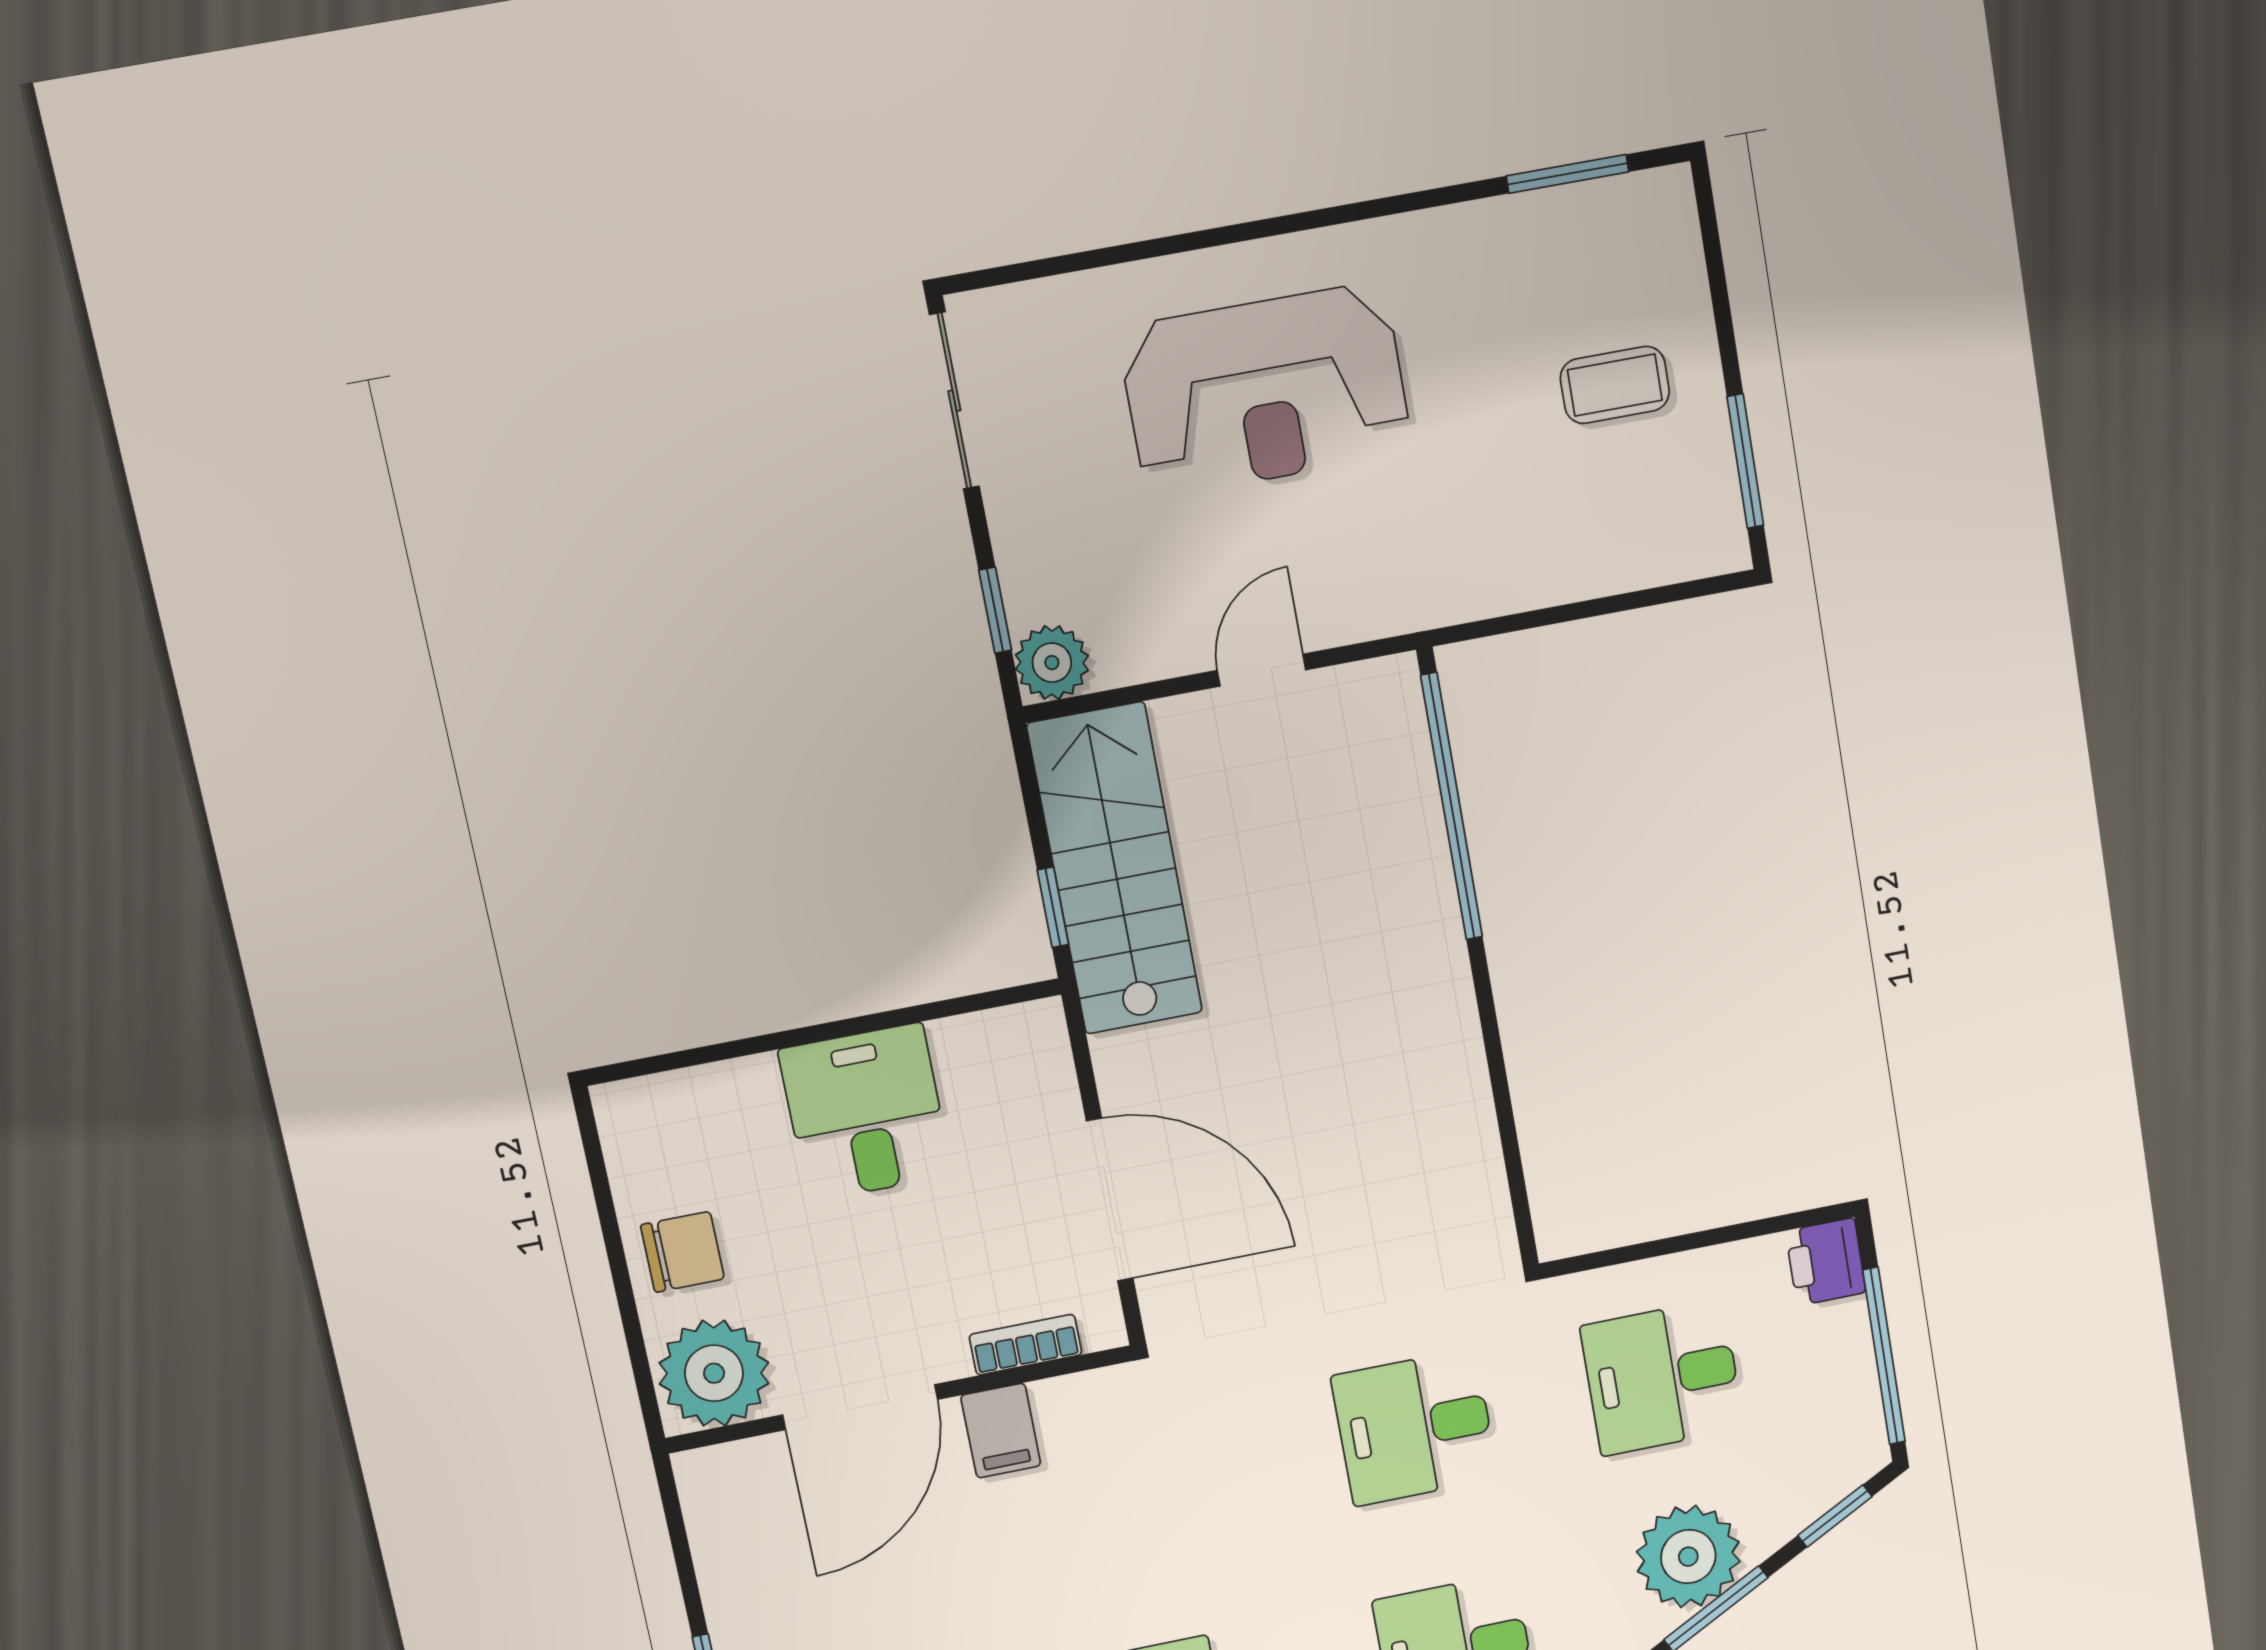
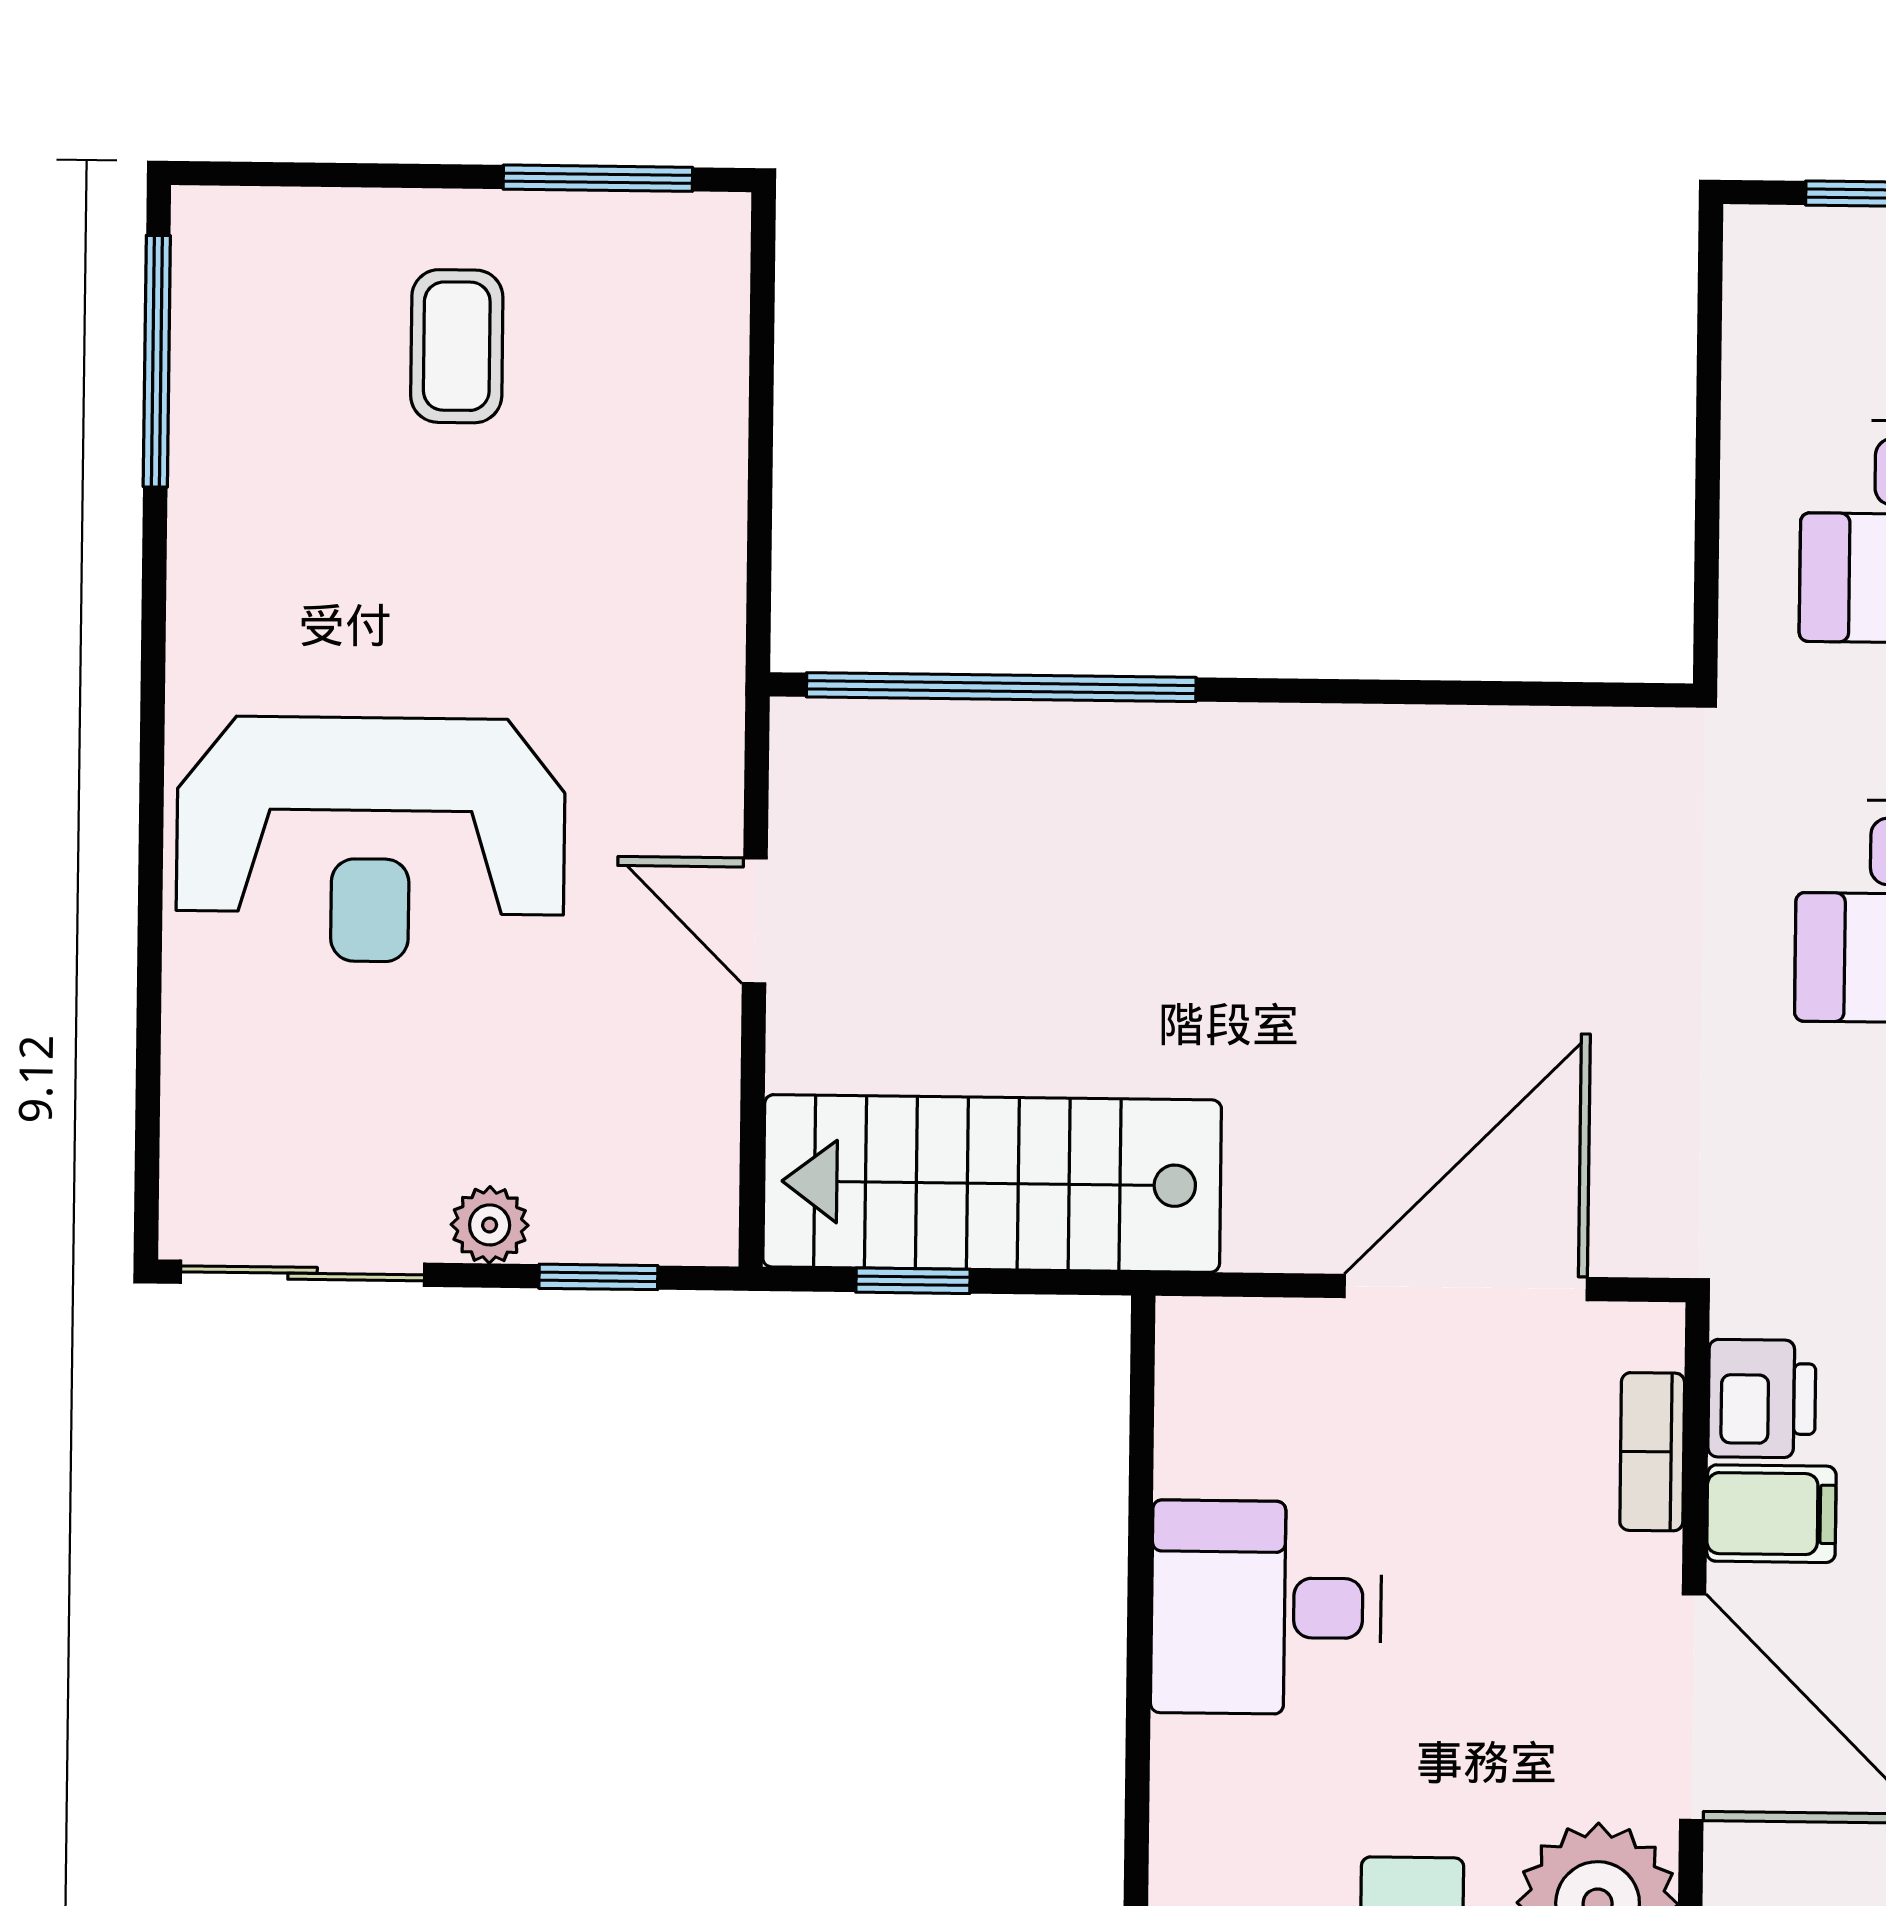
window: (1568, 174) -> (157, 361), width x1.44
reception desk: (1266, 390) -> (371, 840), turned 90
plant: (1052, 663) -> (490, 1225), moved, width x0.73, depth x0.73
window: (1053, 907) -> (913, 1281), moved
printer: (1826, 1262) -> (1762, 1399), moved, turned -90

